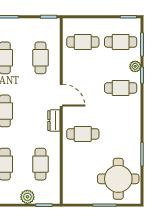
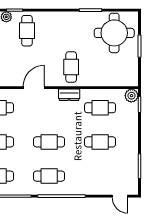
dresser: (54, 121) -> (69, 95), moved
plant: (27, 197) -> (131, 96), moved

